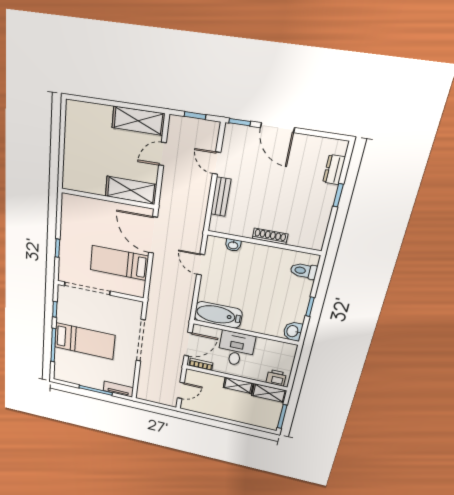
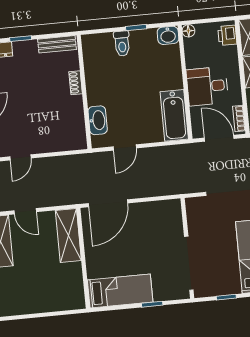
bench: (221, 197) -> (57, 44), moved
shoe rack: (270, 236) -> (76, 83), width x0.70
washbasin: (233, 245) -> (98, 120), width x1.91, depth x1.45
bed: (119, 263) -> (120, 291), moved, turned -90
toilet: (304, 271) -> (122, 43), moved
floor lamp: (291, 349) -> (188, 31), added

